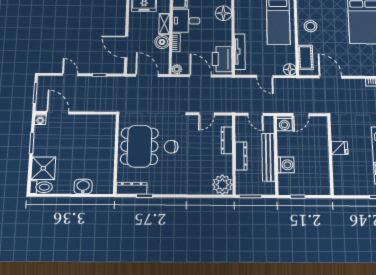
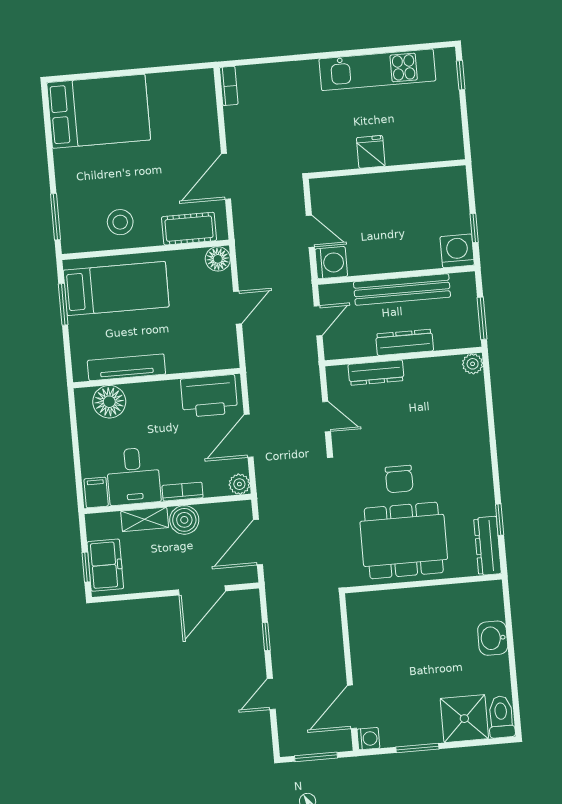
tv unit: (240, 52) -> (126, 367), moved
washing machine: (286, 165) -> (457, 251), moved
plant: (222, 185) -> (473, 364), width x0.53, depth x0.53

